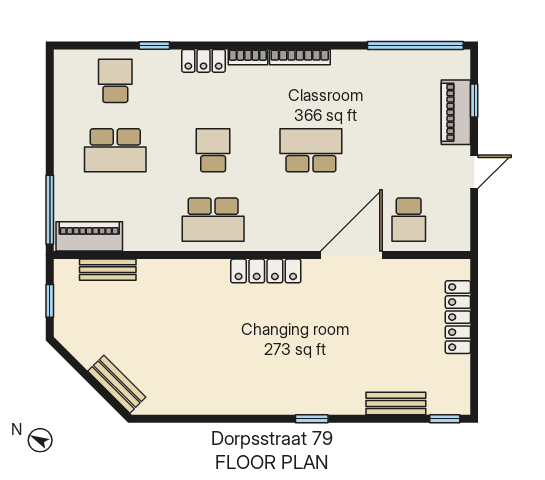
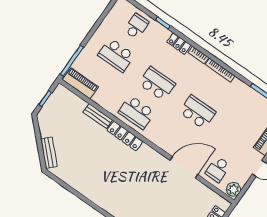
school desk: (213, 150) -> (157, 84), width x1.85
plant: (457, 235) -> (233, 189), added
bench: (108, 270) -> (98, 116), moved
locker: (266, 271) -> (125, 136), moved

